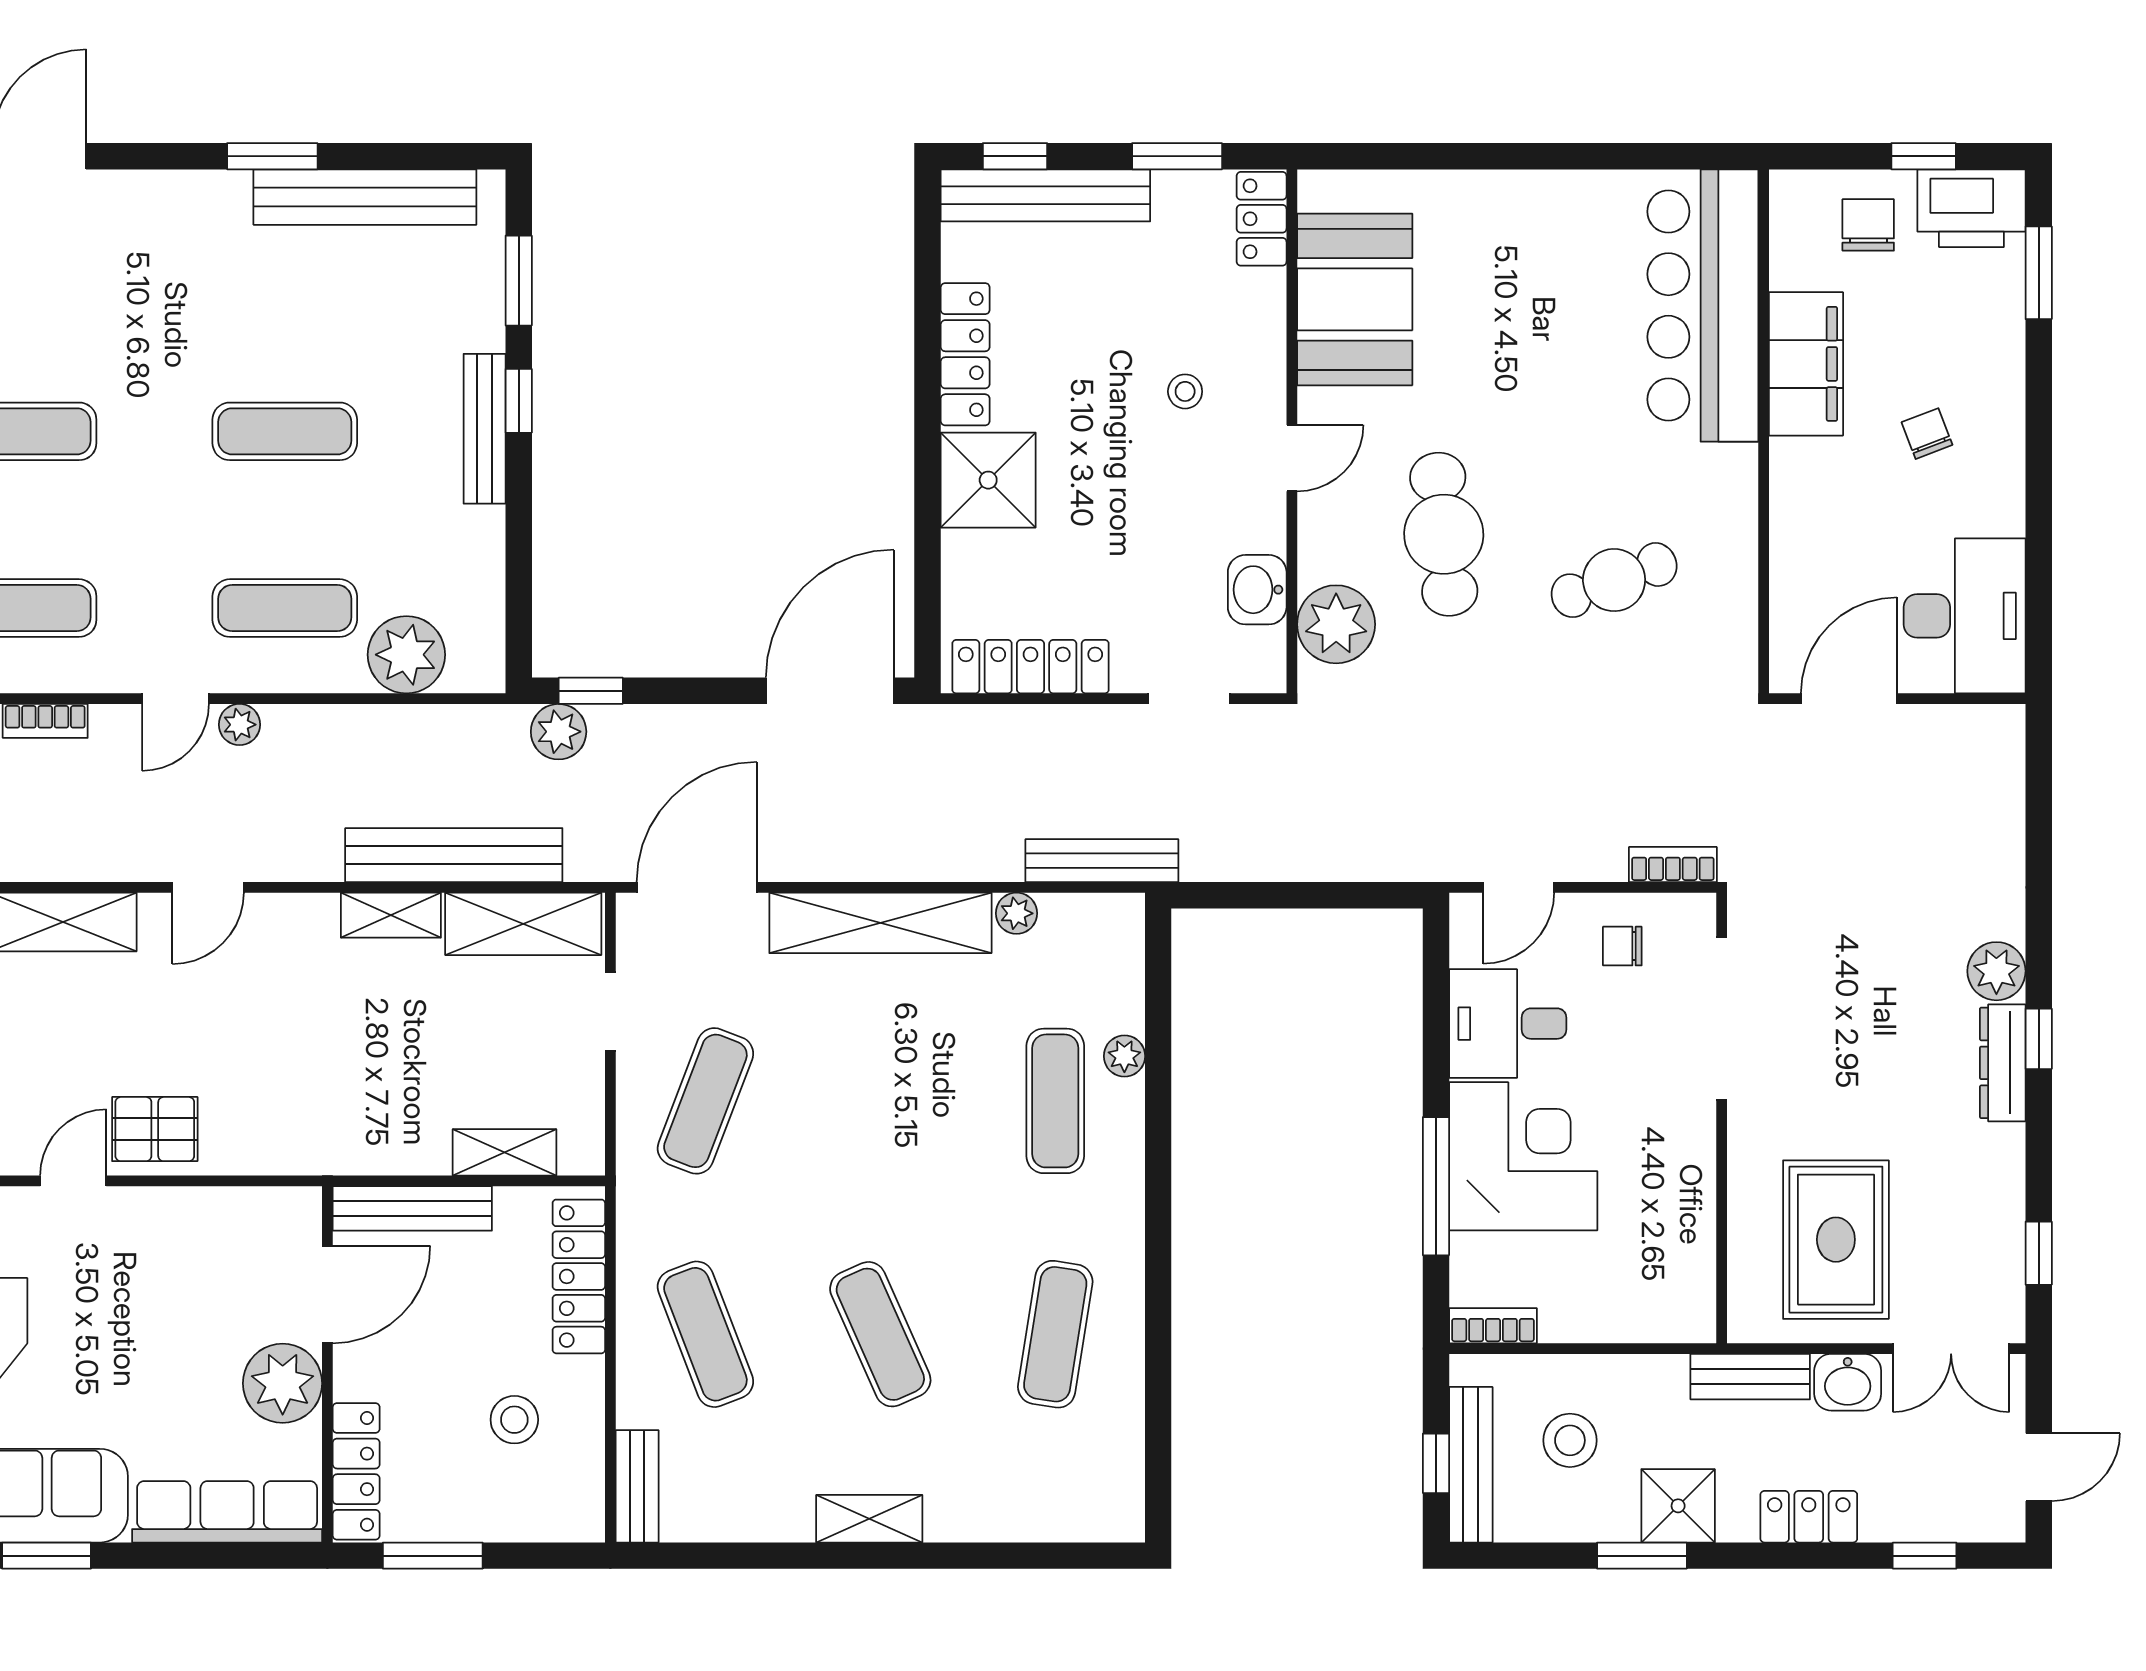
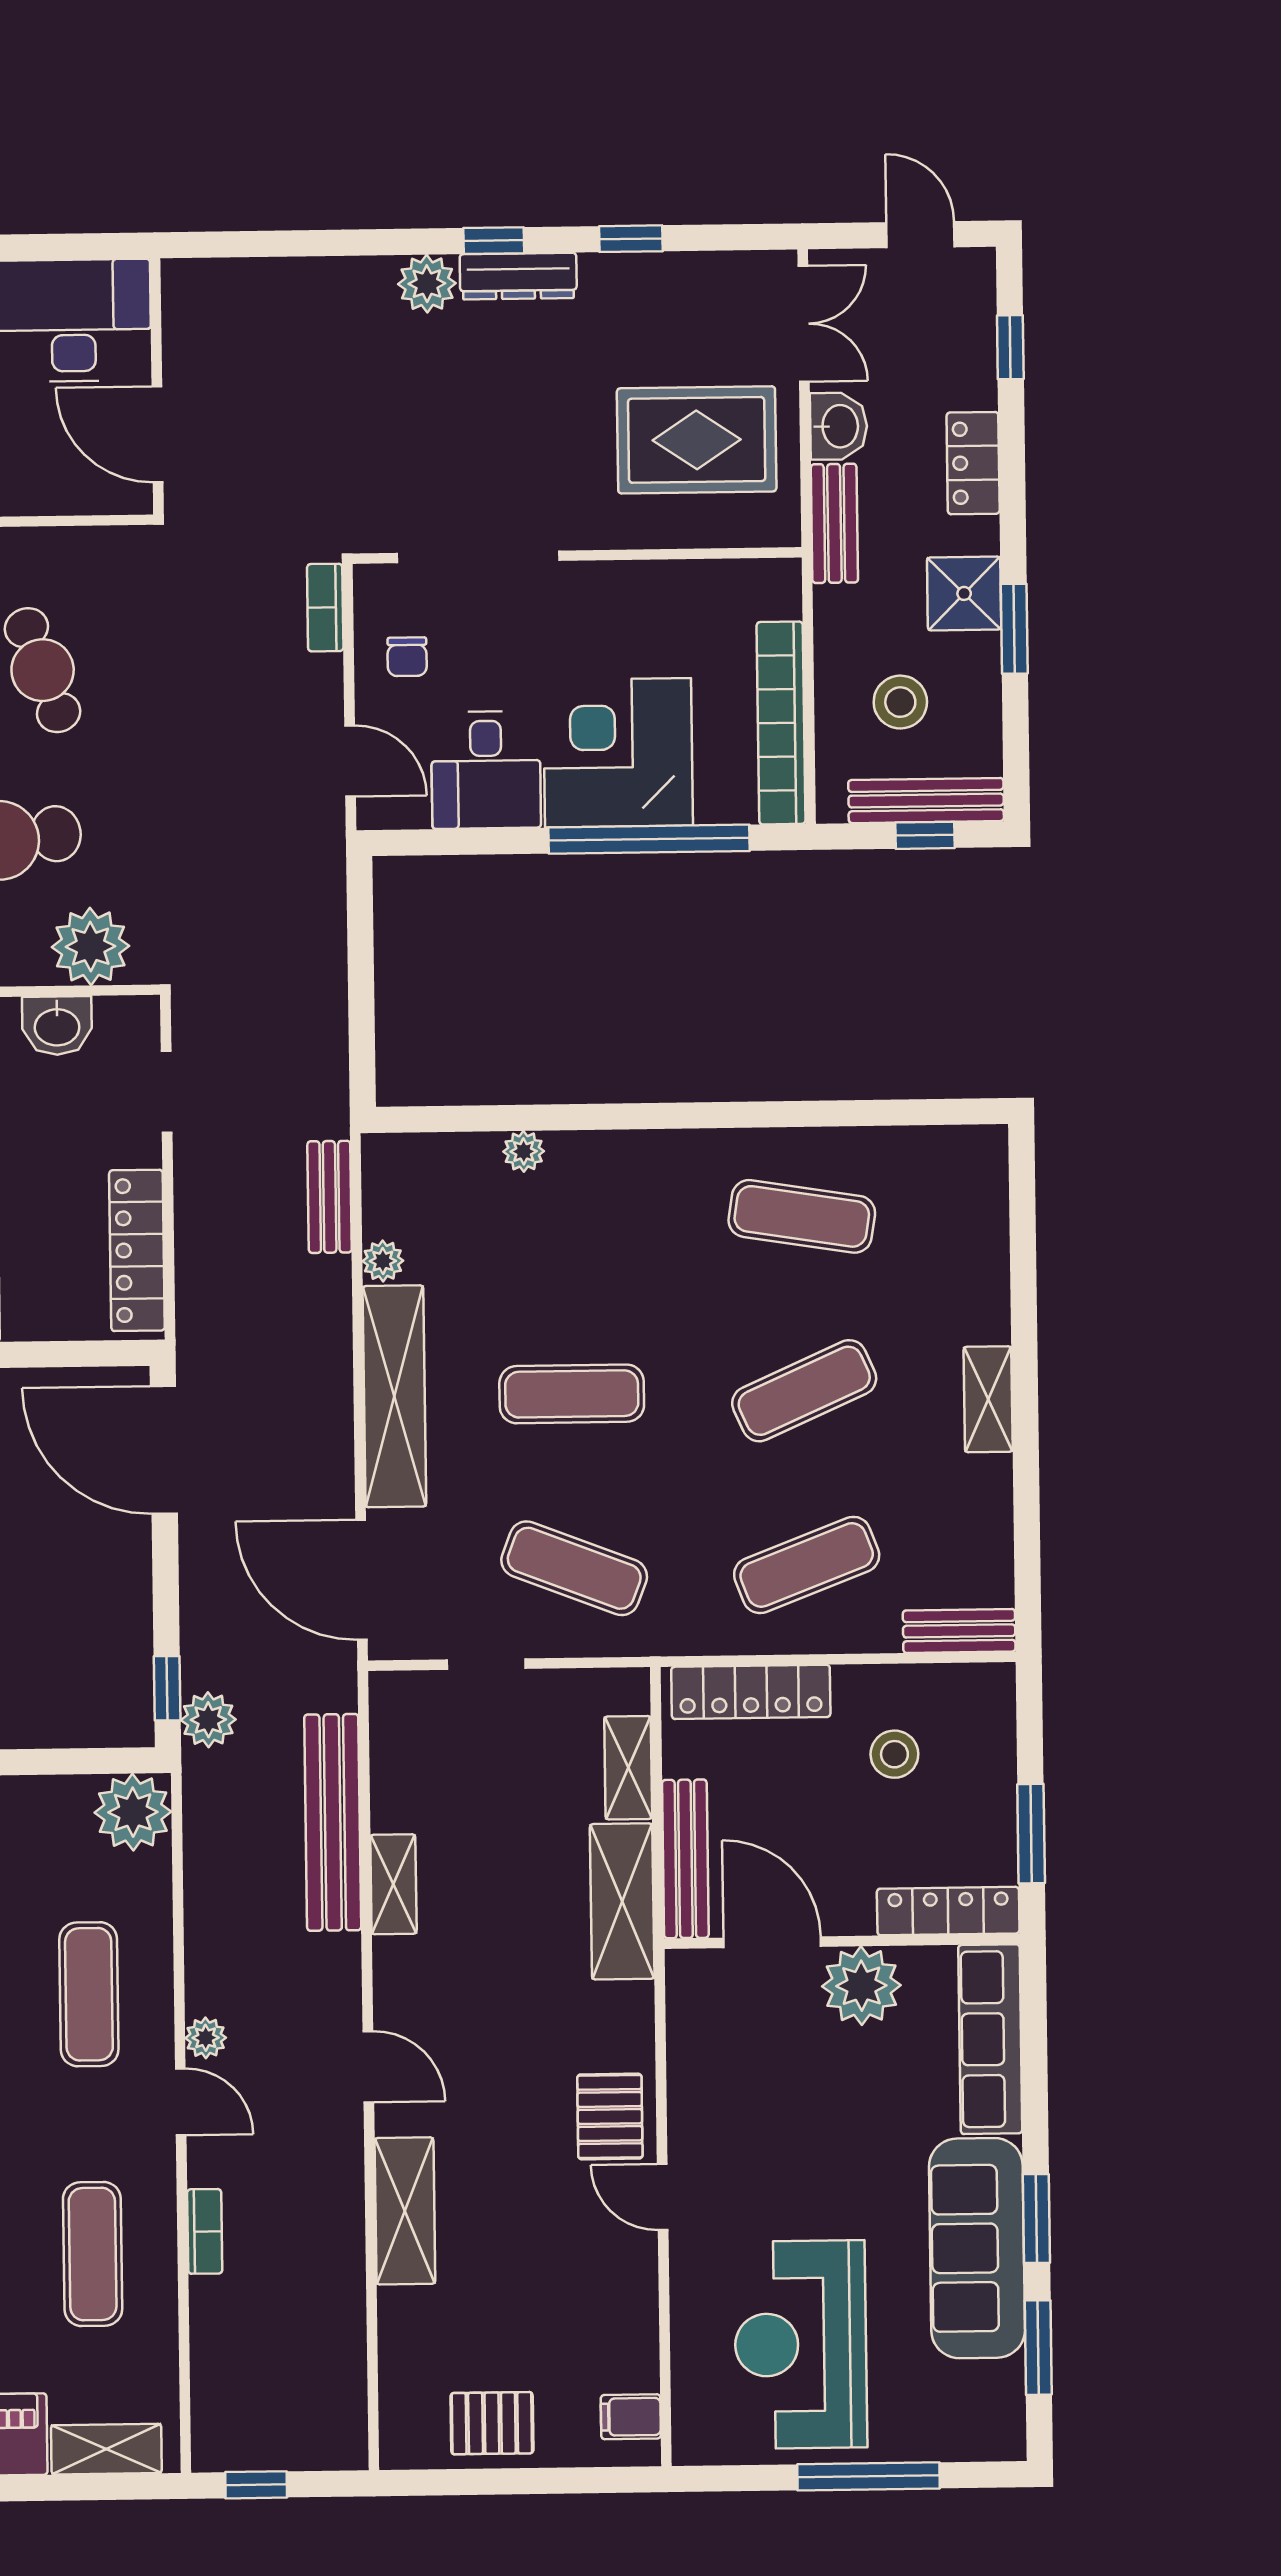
plant: (406, 655) -> (133, 1812), moved
bench: (1102, 861) -> (330, 1197), width x0.73
shelving: (523, 924) -> (622, 1901), moved
exercise mat: (1055, 1101) -> (572, 1394), moved
window: (1436, 1186) -> (649, 839), width x1.46
window: (2039, 1253) -> (631, 239), moved
bookcase: (1493, 1326) -> (781, 723), width x2.31, depth x1.31

